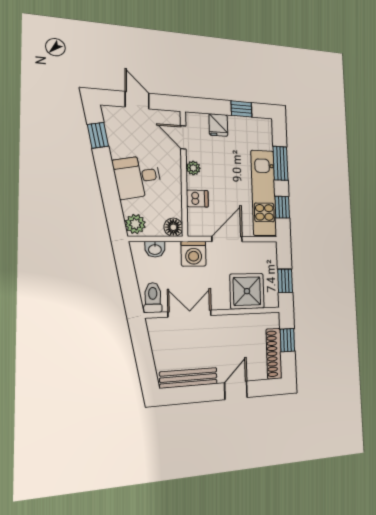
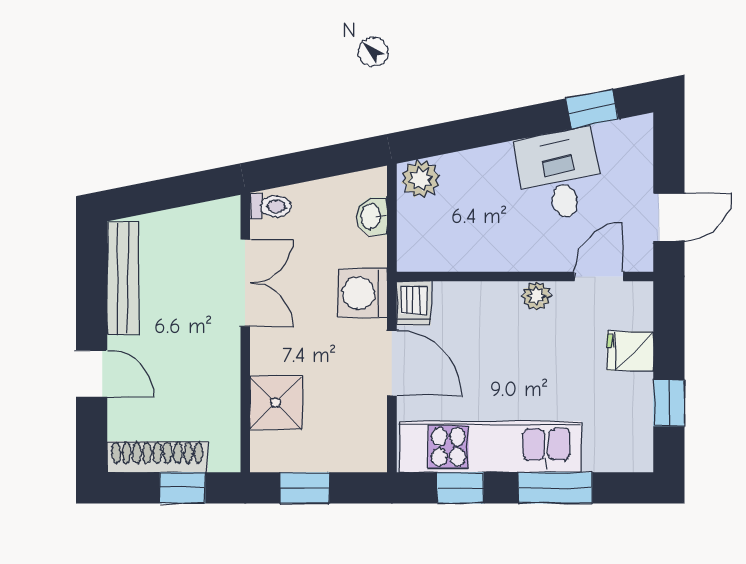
door: (137, 100) -> (669, 217), moved
desk: (138, 177) -> (560, 175), moved
dishwasher: (197, 199) -> (414, 303), moved
floor lamp: (173, 227) -> (415, 253), removed
shower: (247, 291) -> (276, 403), width x0.73, depth x0.73
toilet: (153, 298) -> (271, 206), width x0.73, depth x0.72

